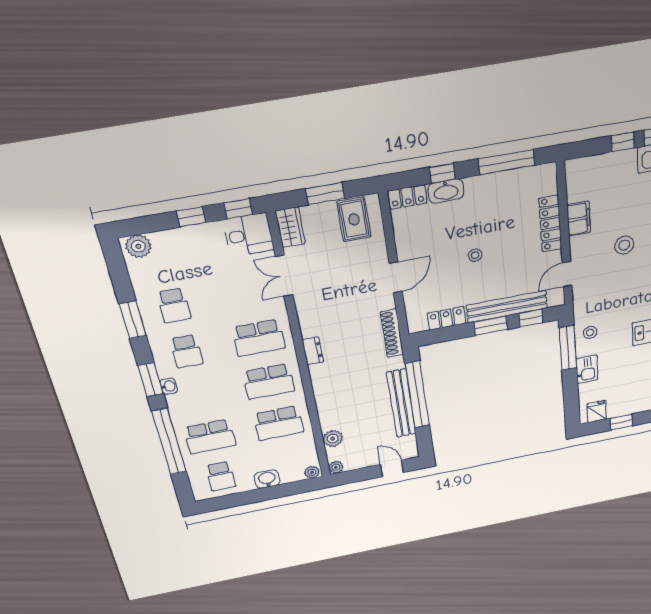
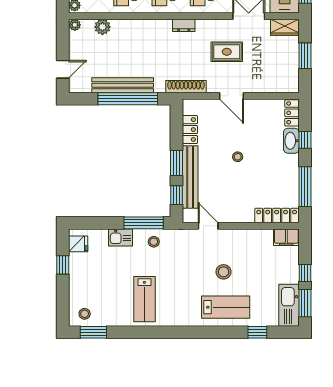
rug: (354, 219) -> (227, 52), moved
filing cabinet: (579, 219) -> (286, 237), moved
locker: (550, 224) -> (277, 215), moved

